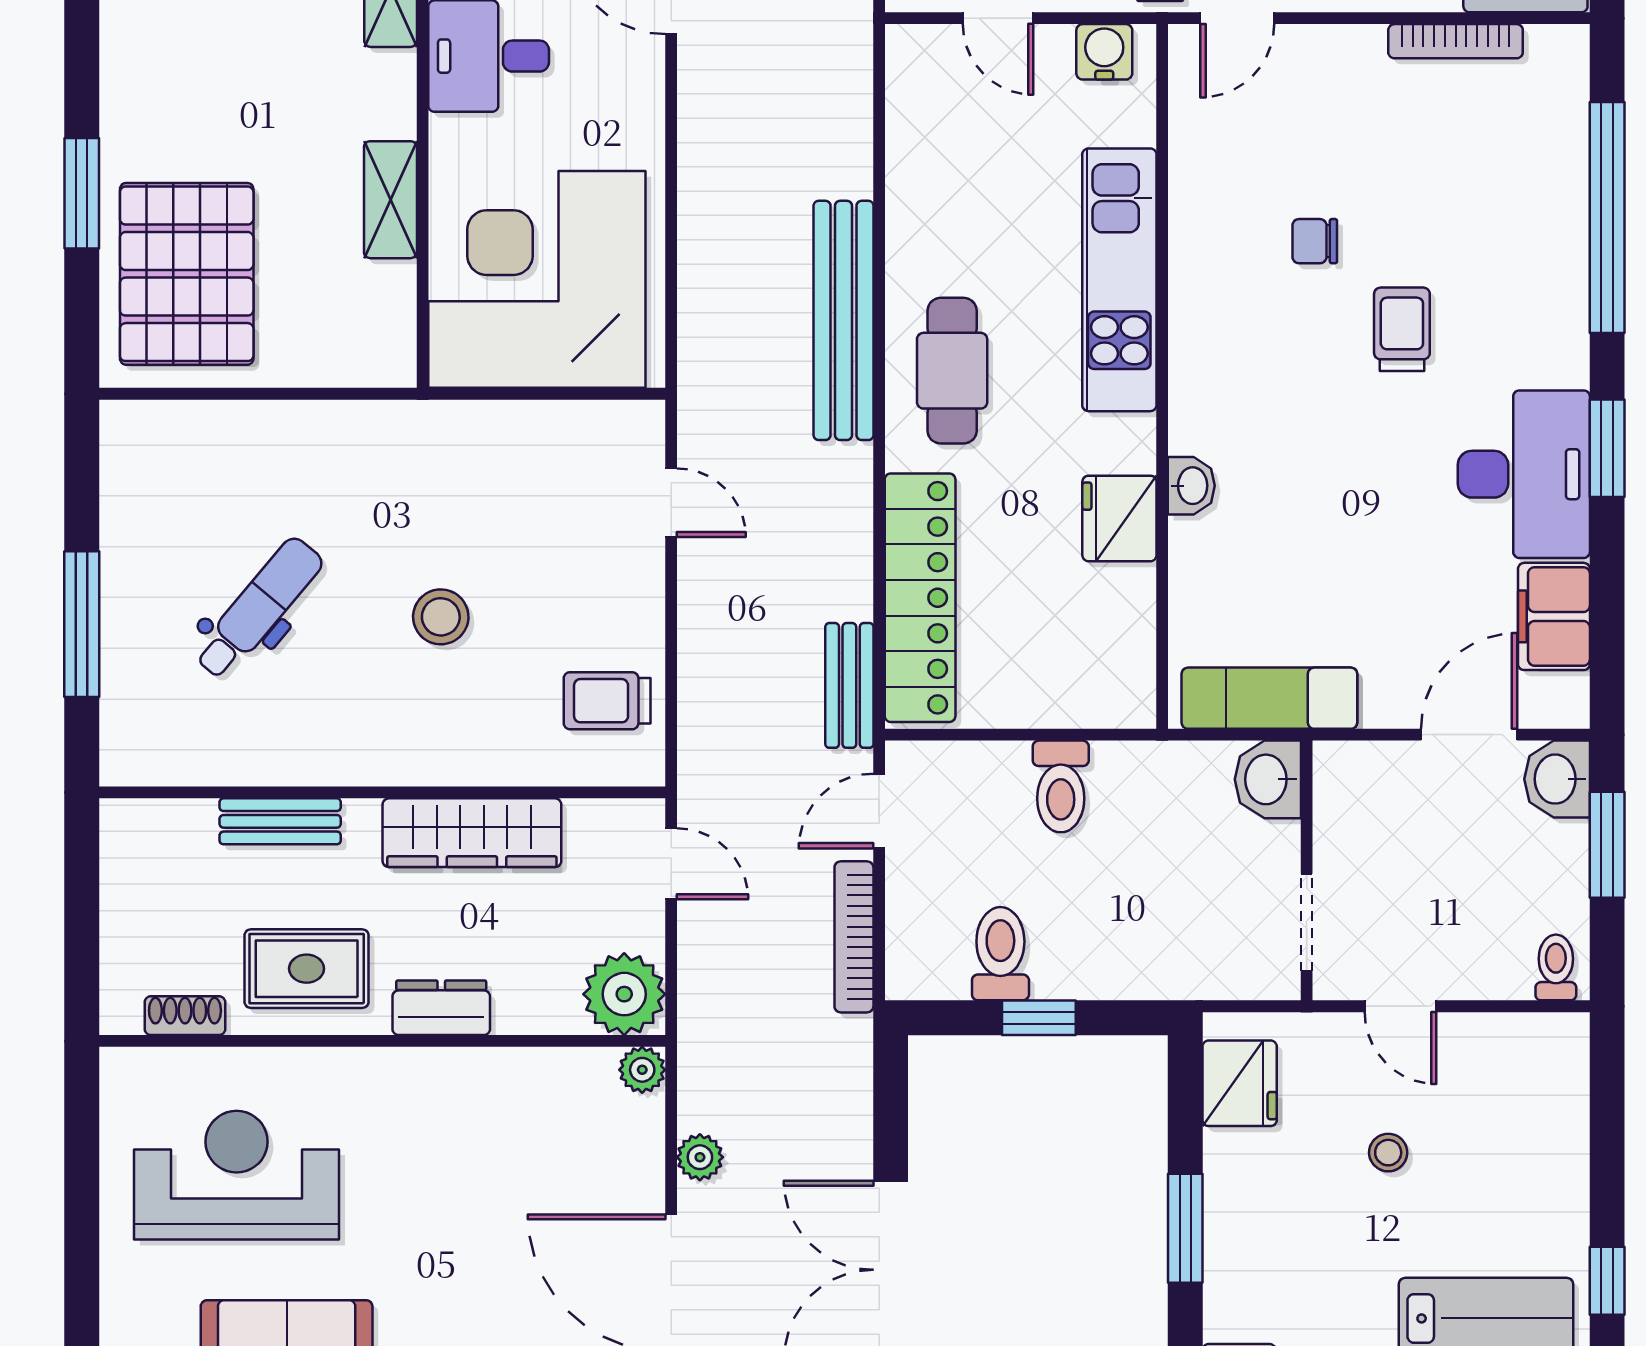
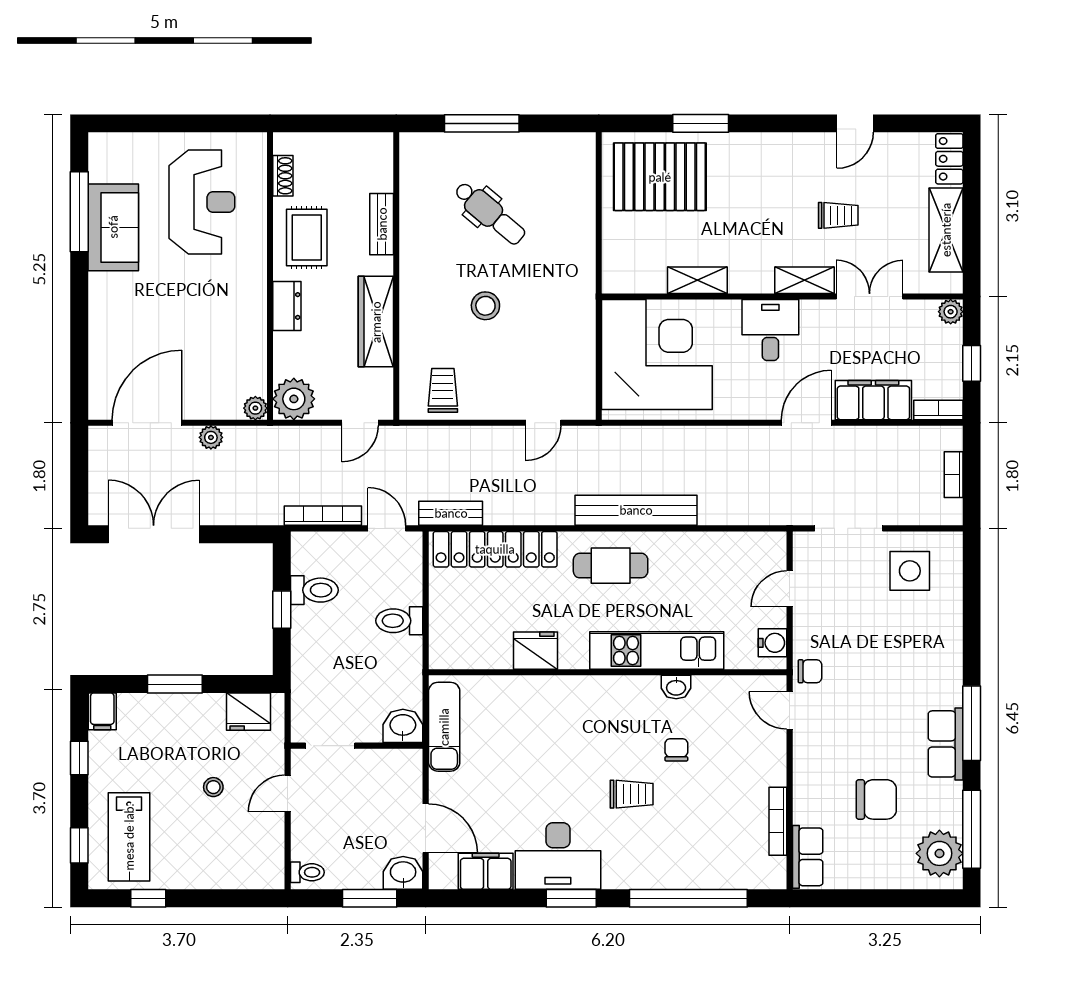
washbasin: (1191, 486) -> (676, 687), moved

